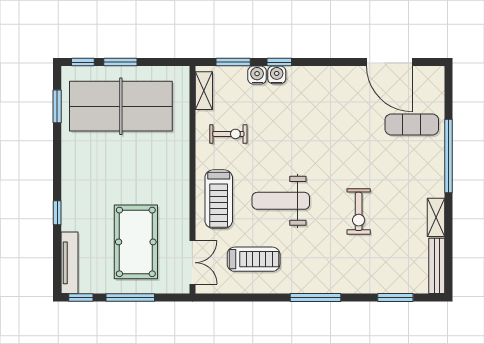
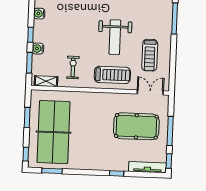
window: (120, 62) -> (27, 117), moved
water cooler: (277, 75) -> (39, 14), moved
treadmill: (254, 259) -> (150, 55), turned 180

